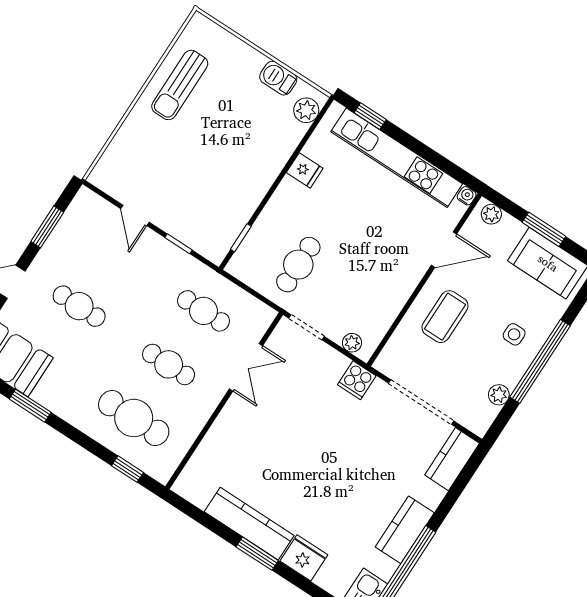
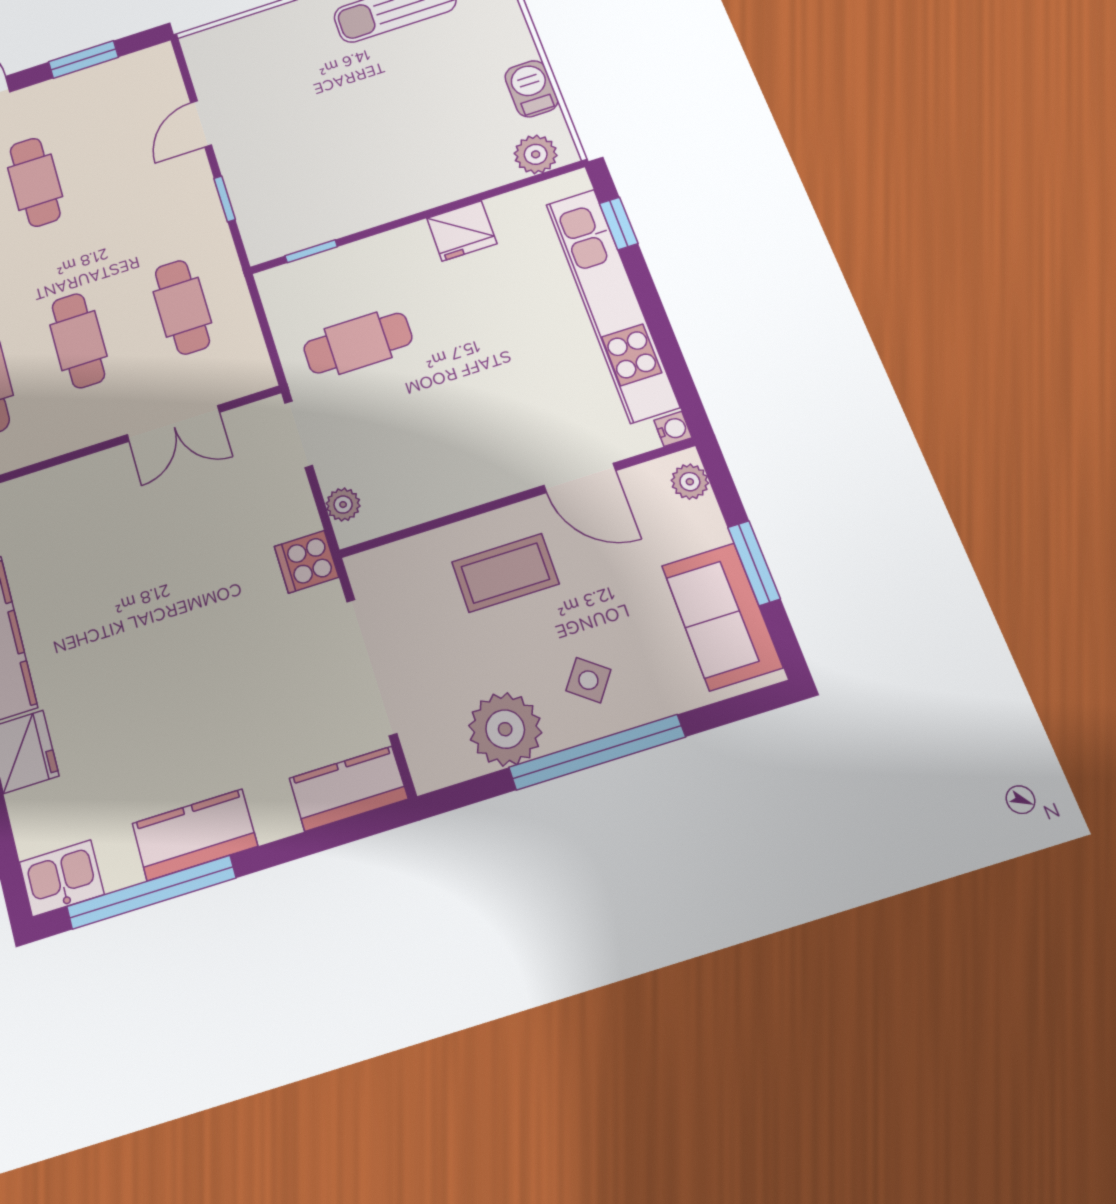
fridge: (305, 170) -> (462, 231), width x1.38
side table: (514, 334) -> (588, 680), turned 37
plant: (499, 395) -> (505, 729), width x1.87, depth x1.87

